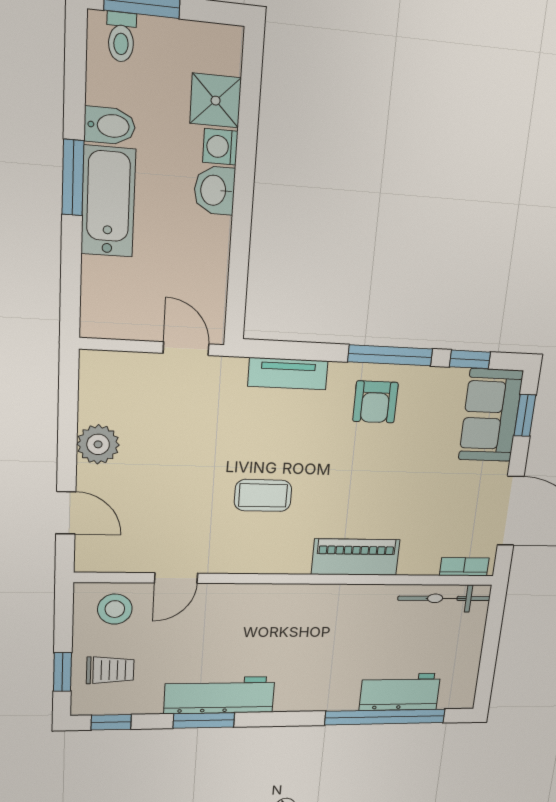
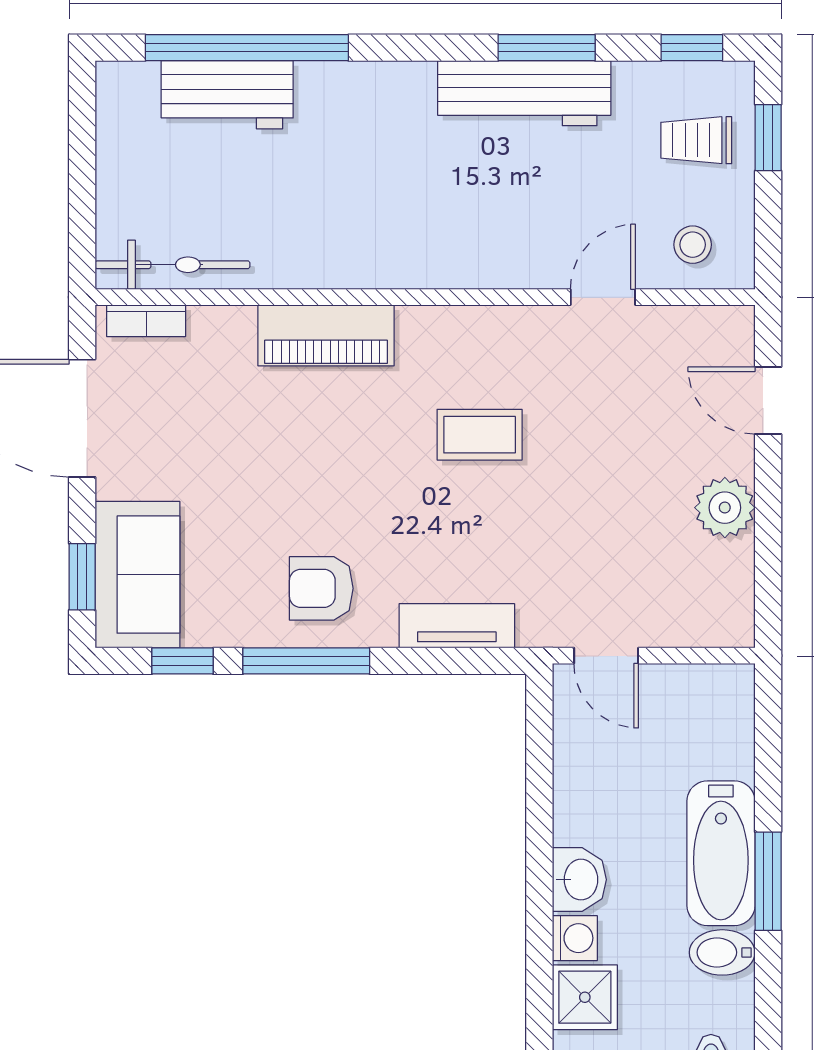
armchair: (375, 402) -> (321, 588), turned -90
stool: (115, 609) -> (693, 245), width x0.73, depth x0.73

